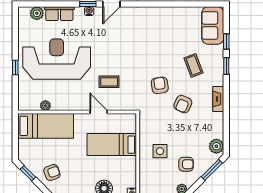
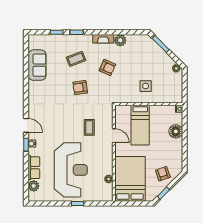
sofa: (213, 25) -> (37, 65), moved, turned -90
reception desk: (57, 59) -> (71, 170), turned 180
armchair: (160, 85) -> (80, 88), moved
door: (99, 112) -> (114, 136), swing flipped
bed: (46, 126) -> (130, 179), width x1.50
plant: (216, 146) -> (120, 40), moved
armchair: (186, 164) -> (156, 65), removed

